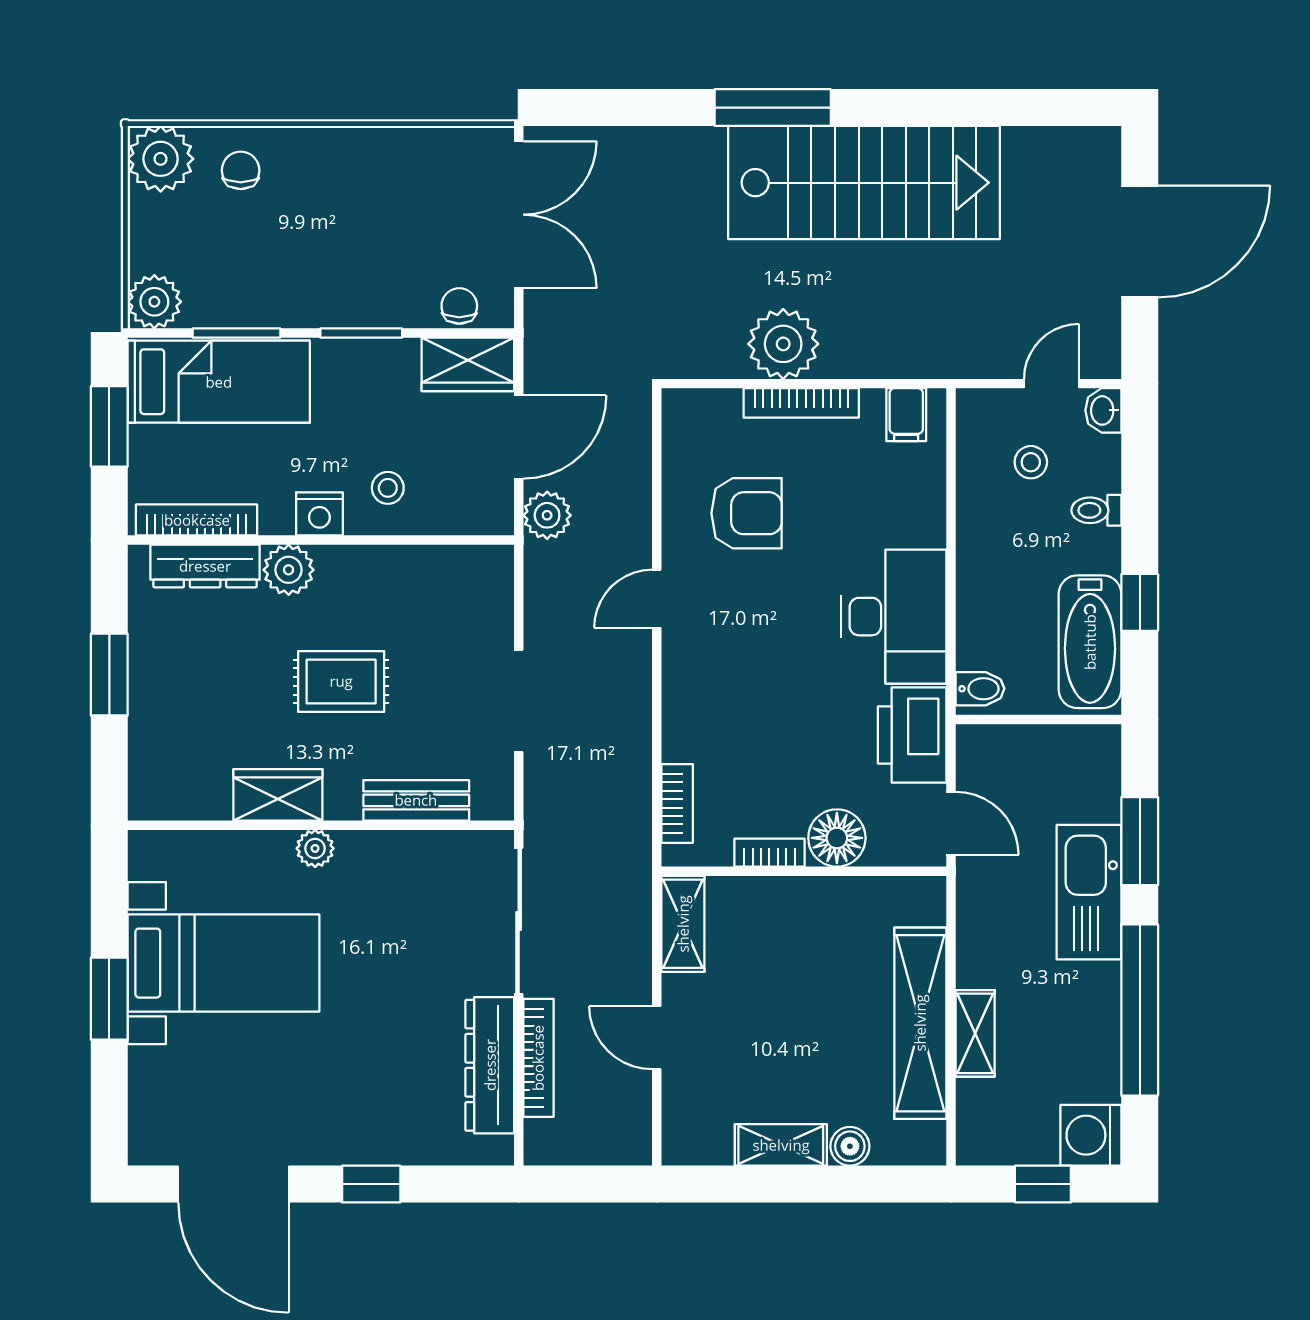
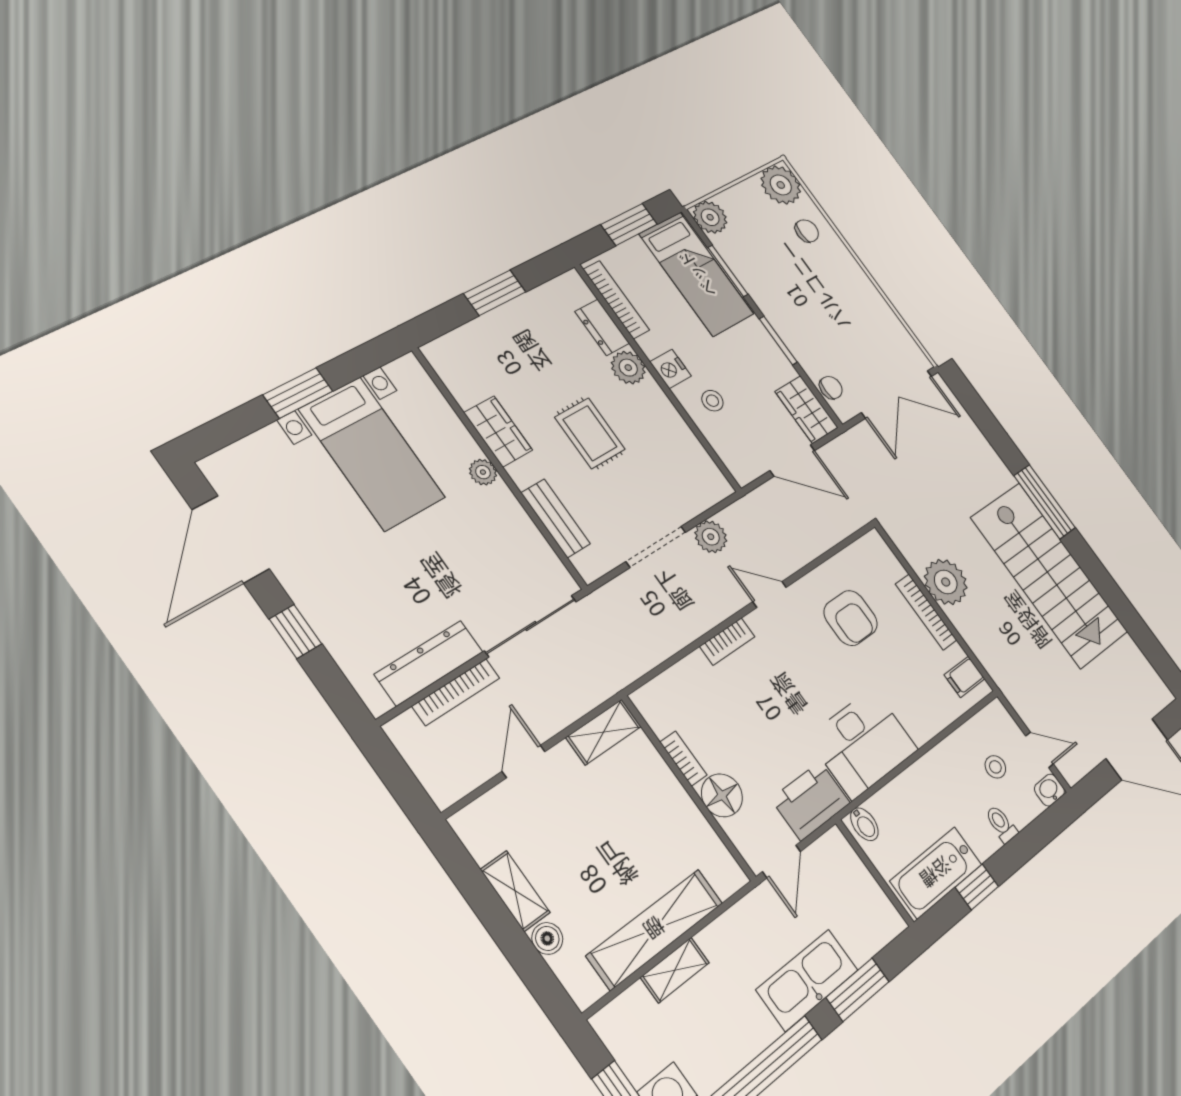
plant: (547, 515) -> (711, 537), moved
dresser: (205, 566) -> (602, 327), width x0.70
bookcase: (677, 803) -> (727, 642), moved

